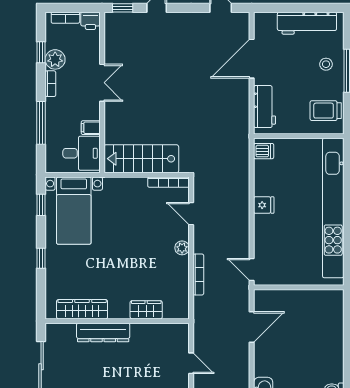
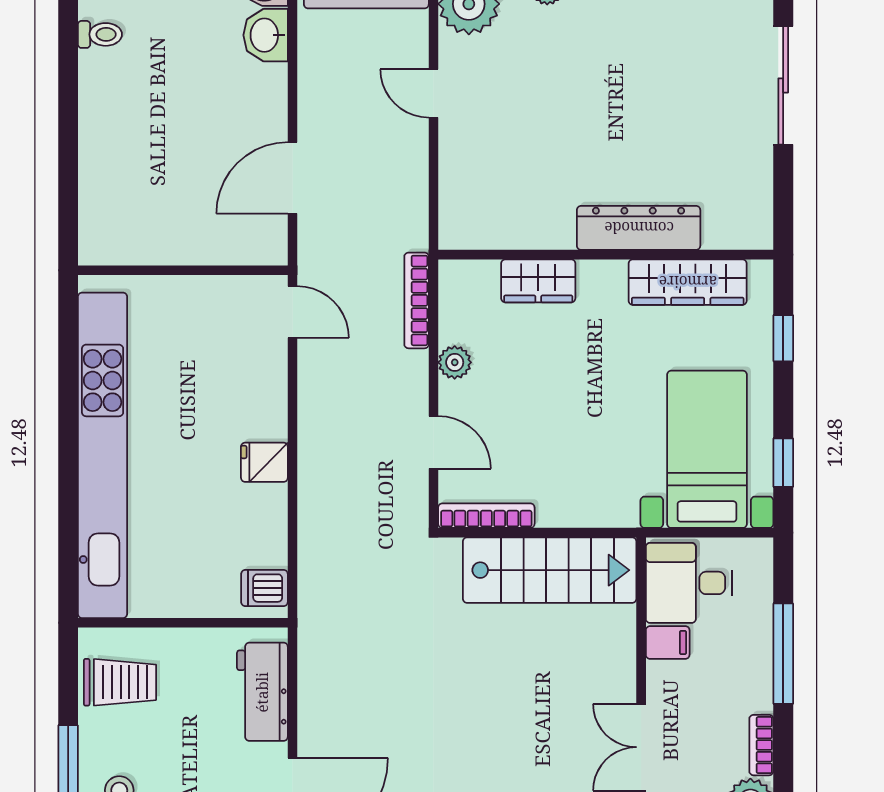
wardrobe: (82, 309) -> (688, 282), moved
wardrobe: (146, 310) -> (538, 281), moved
wall: (117, 321) -> (606, 255), moved
dresser: (103, 333) -> (639, 228), moved

